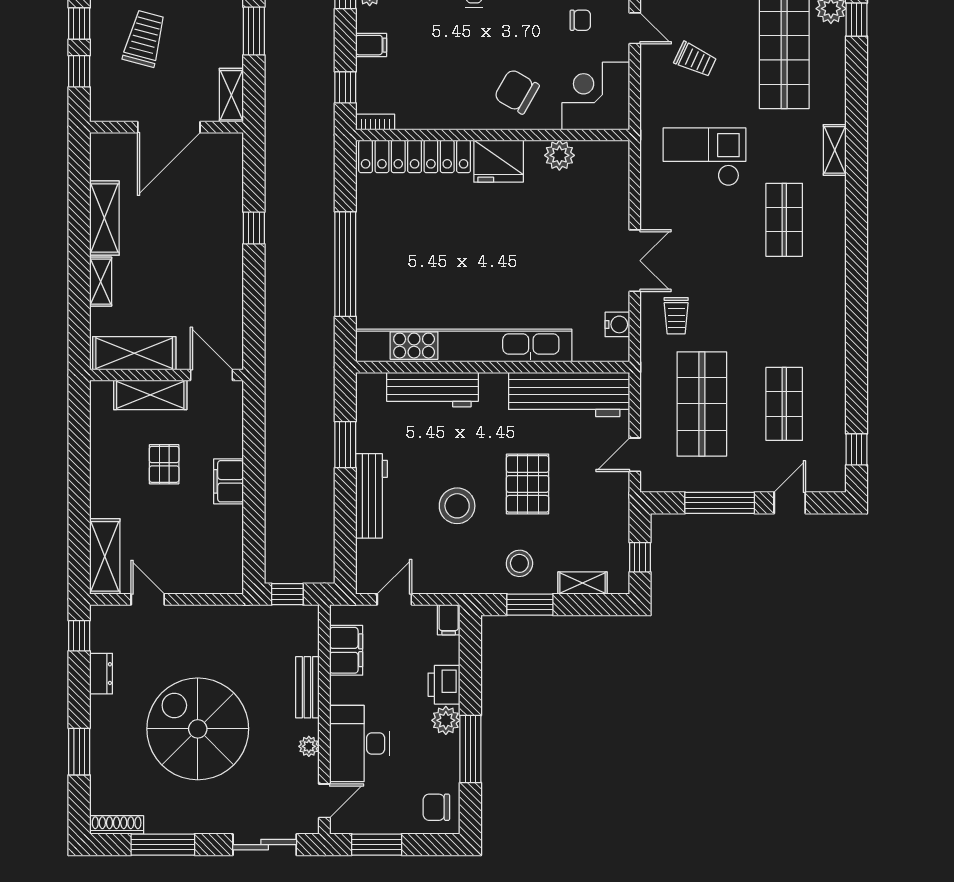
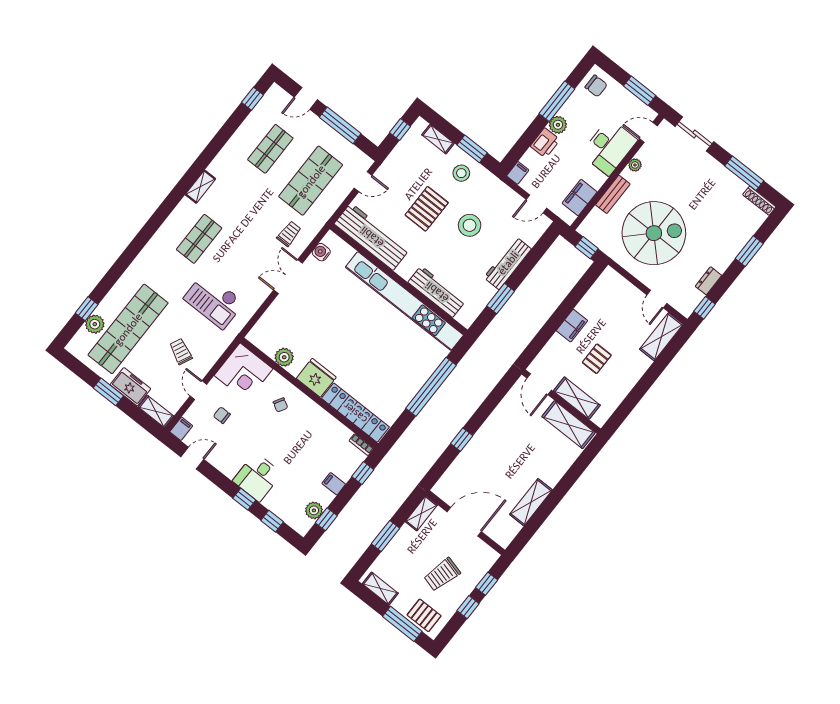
chair: (517, 91) -> (280, 405), width x0.54, depth x0.54
shelving: (835, 150) -> (200, 187), moved
shelving: (101, 282) -> (557, 473), removed
spiral stairs: (198, 729) -> (654, 233), moved, turned -90

